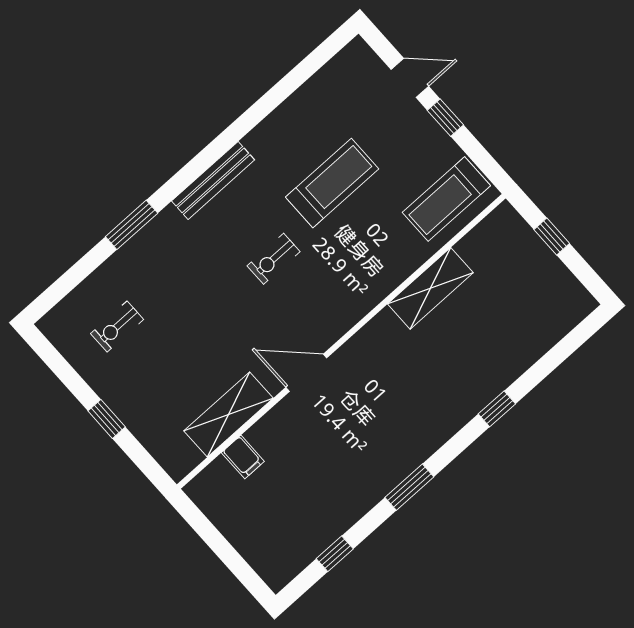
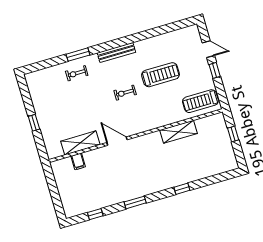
exercise bike: (117, 327) -> (77, 73), moved

